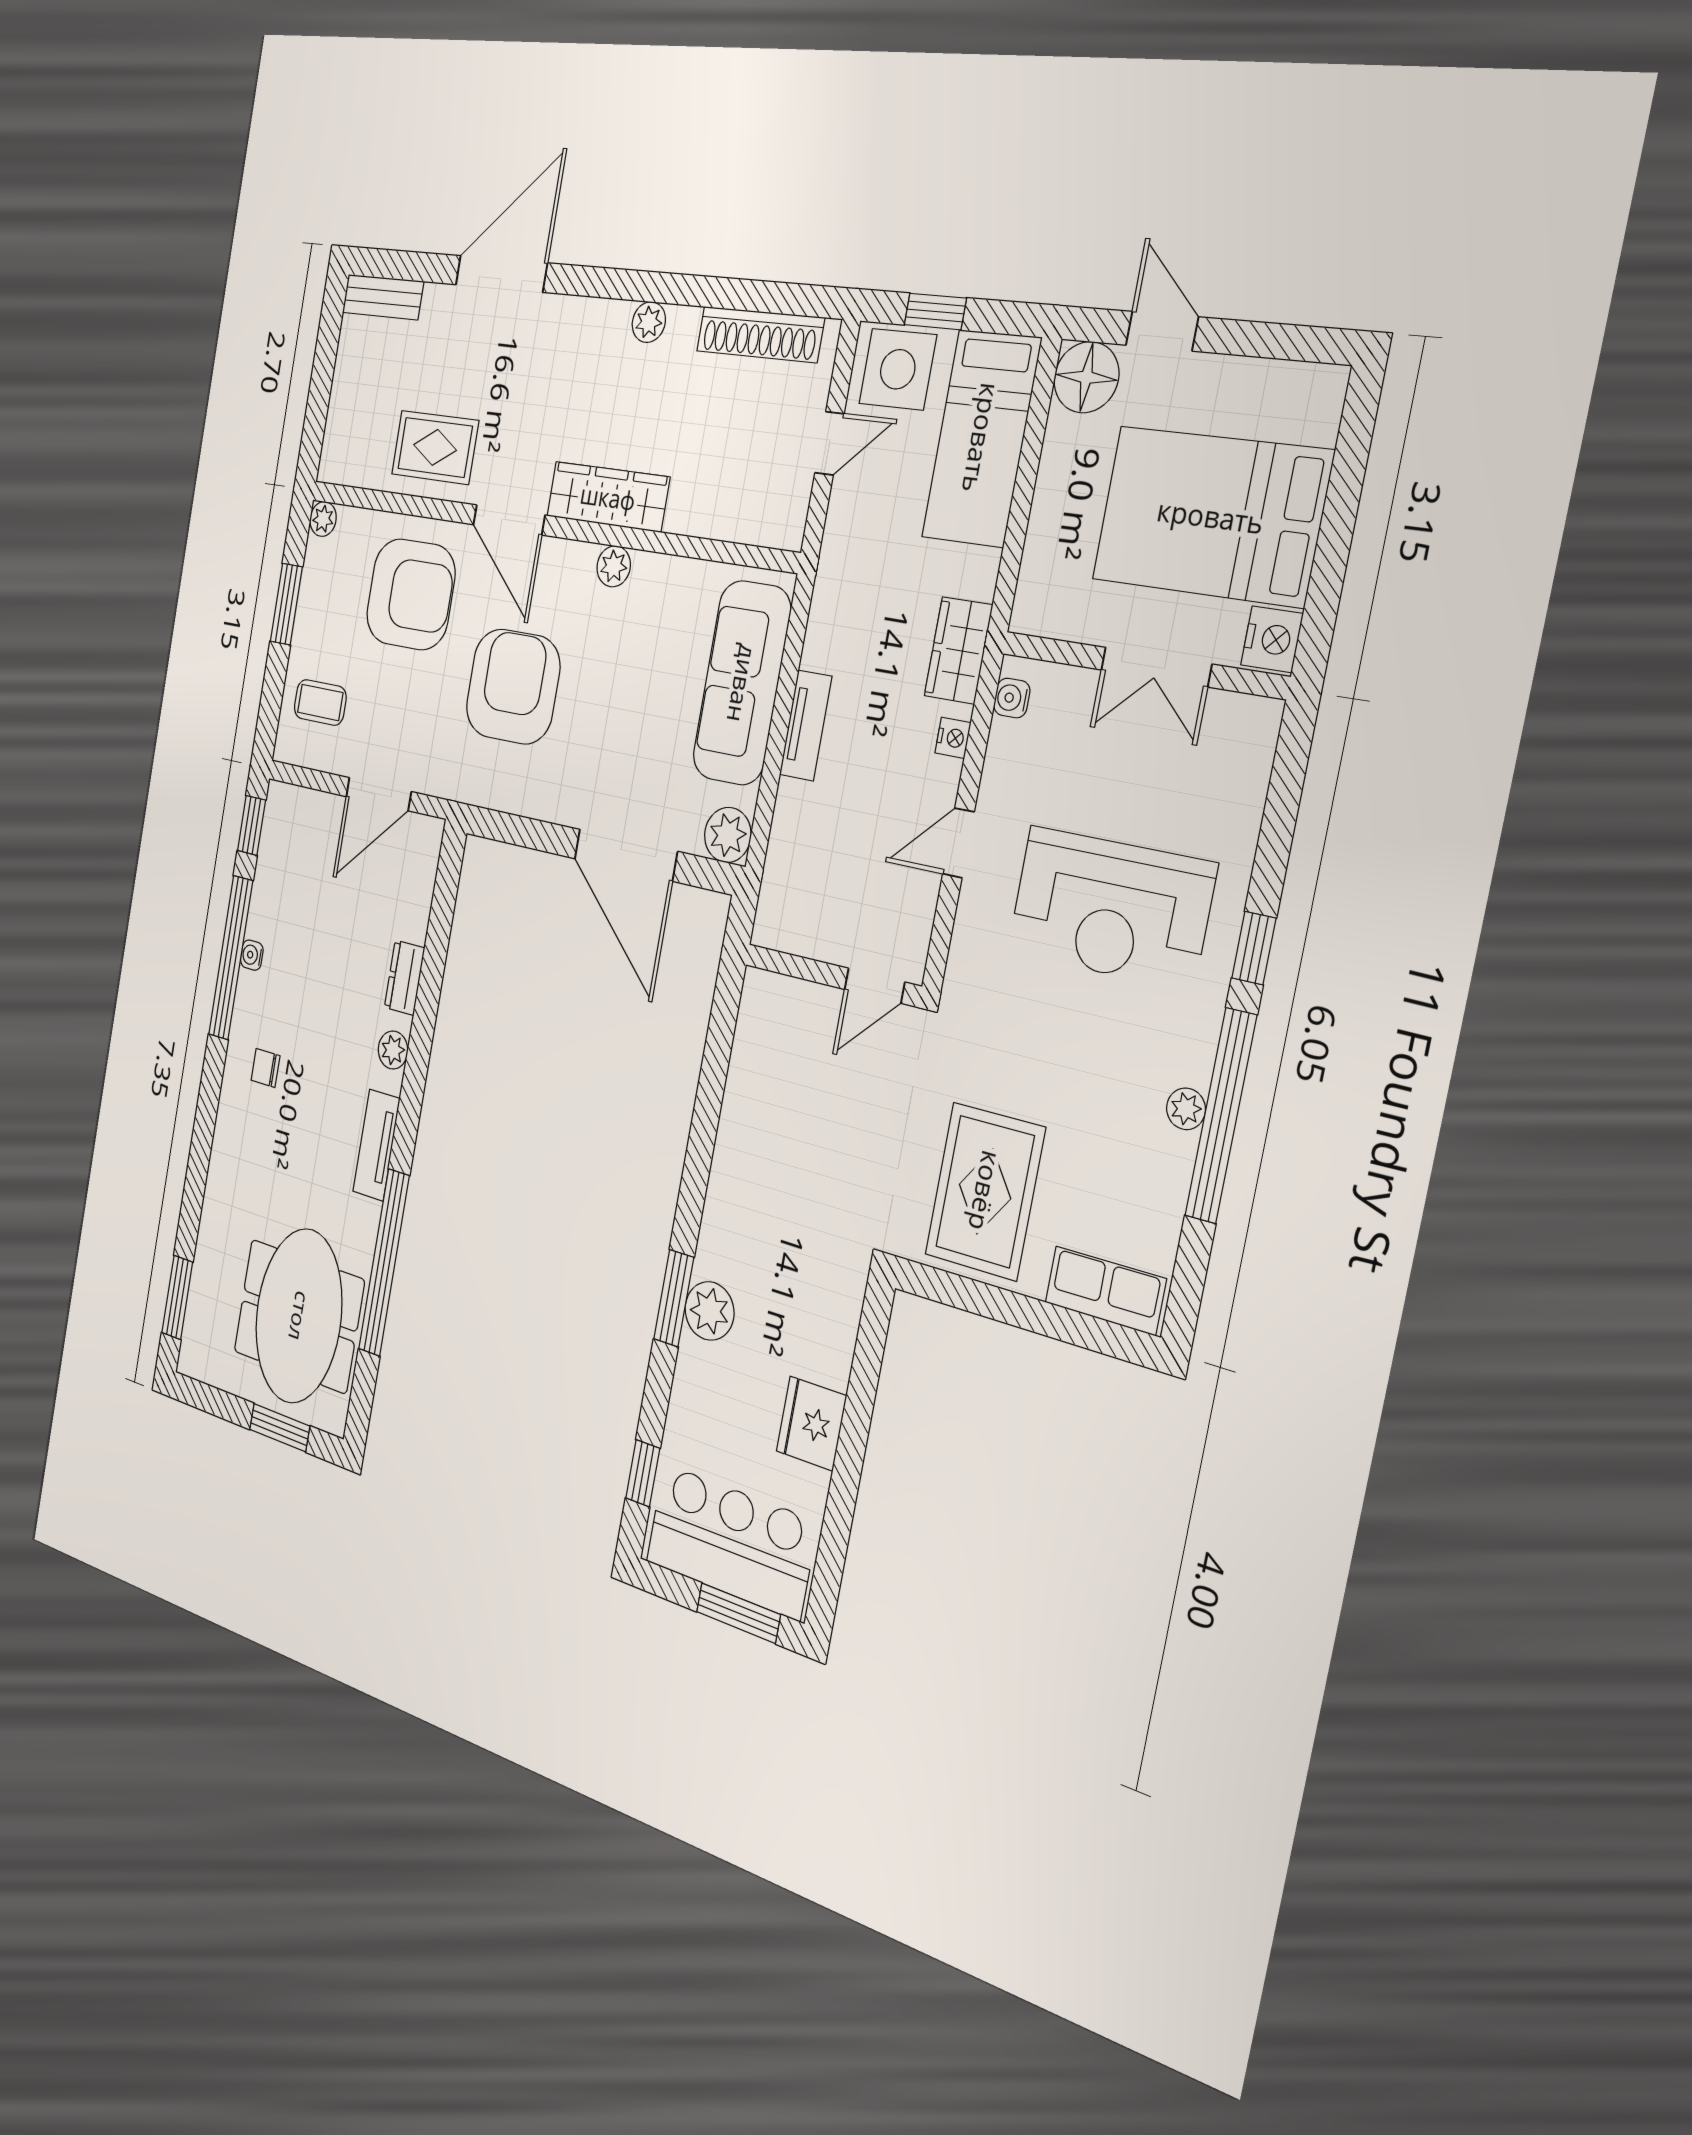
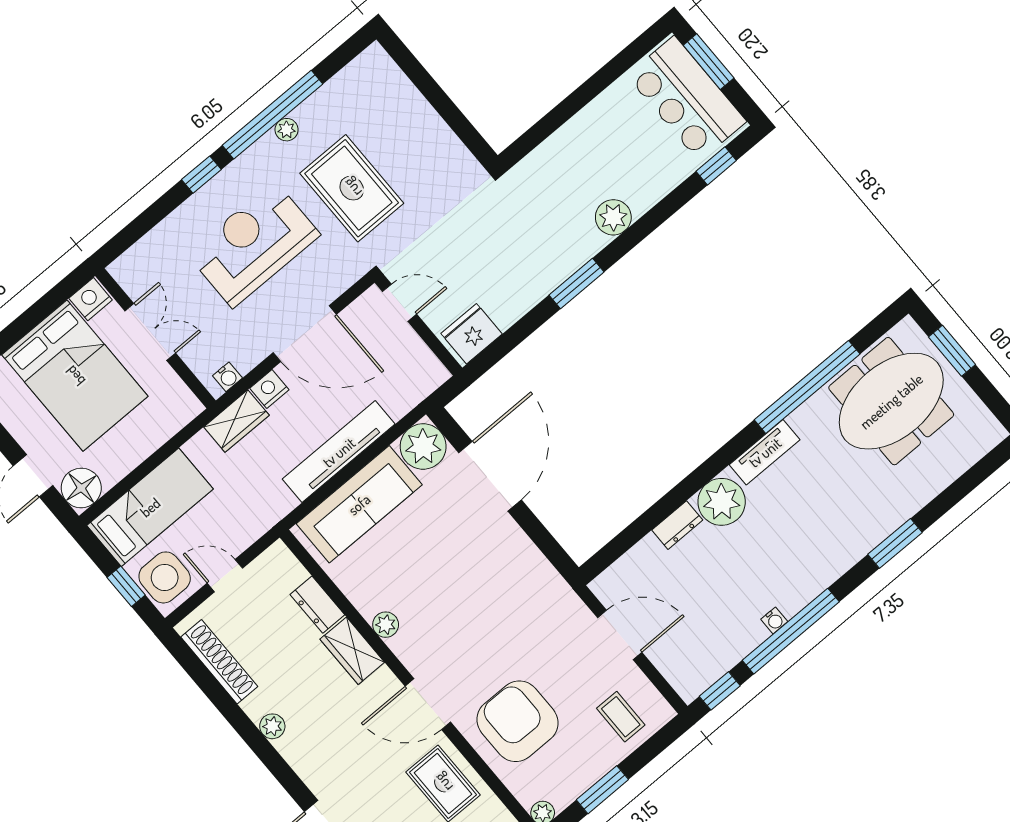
wardrobe: (608, 497) -> (352, 651), width x0.67
dresser: (702, 515) -> (317, 605), added
door: (509, 520) -> (428, 704), swing flipped
armchair: (513, 687) -> (491, 617), removed
tv unit: (806, 726) -> (339, 452), width x1.92, depth x1.29
nightstand: (953, 738) -> (269, 389), width x1.39, depth x1.35
plant: (728, 835) -> (423, 446), width x1.36, depth x1.36
door: (958, 843) -> (305, 334), width x1.87
reception desk: (1111, 908) -> (254, 244), turned -90
plant: (393, 1050) -> (722, 502), width x1.88, depth x1.88
chair: (266, 1068) -> (812, 552), removed
rug: (985, 1191) -> (352, 188), moved, turned 90
row of seats: (1105, 1291) -> (388, 78), removed
window: (177, 1297) -> (895, 543), moved
window: (674, 1298) -> (576, 284), moved
fridge: (811, 1423) -> (472, 334), moved, turned 180

